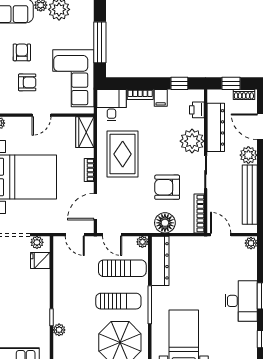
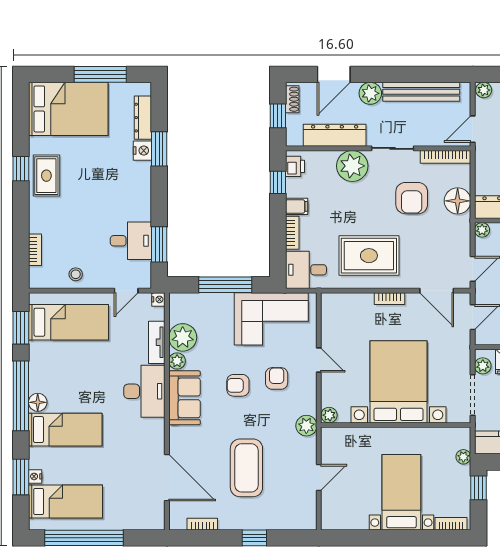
printer: (197, 110) -> (295, 166), moved, turned -90
wardrobe: (85, 132) -> (341, 304), removed

